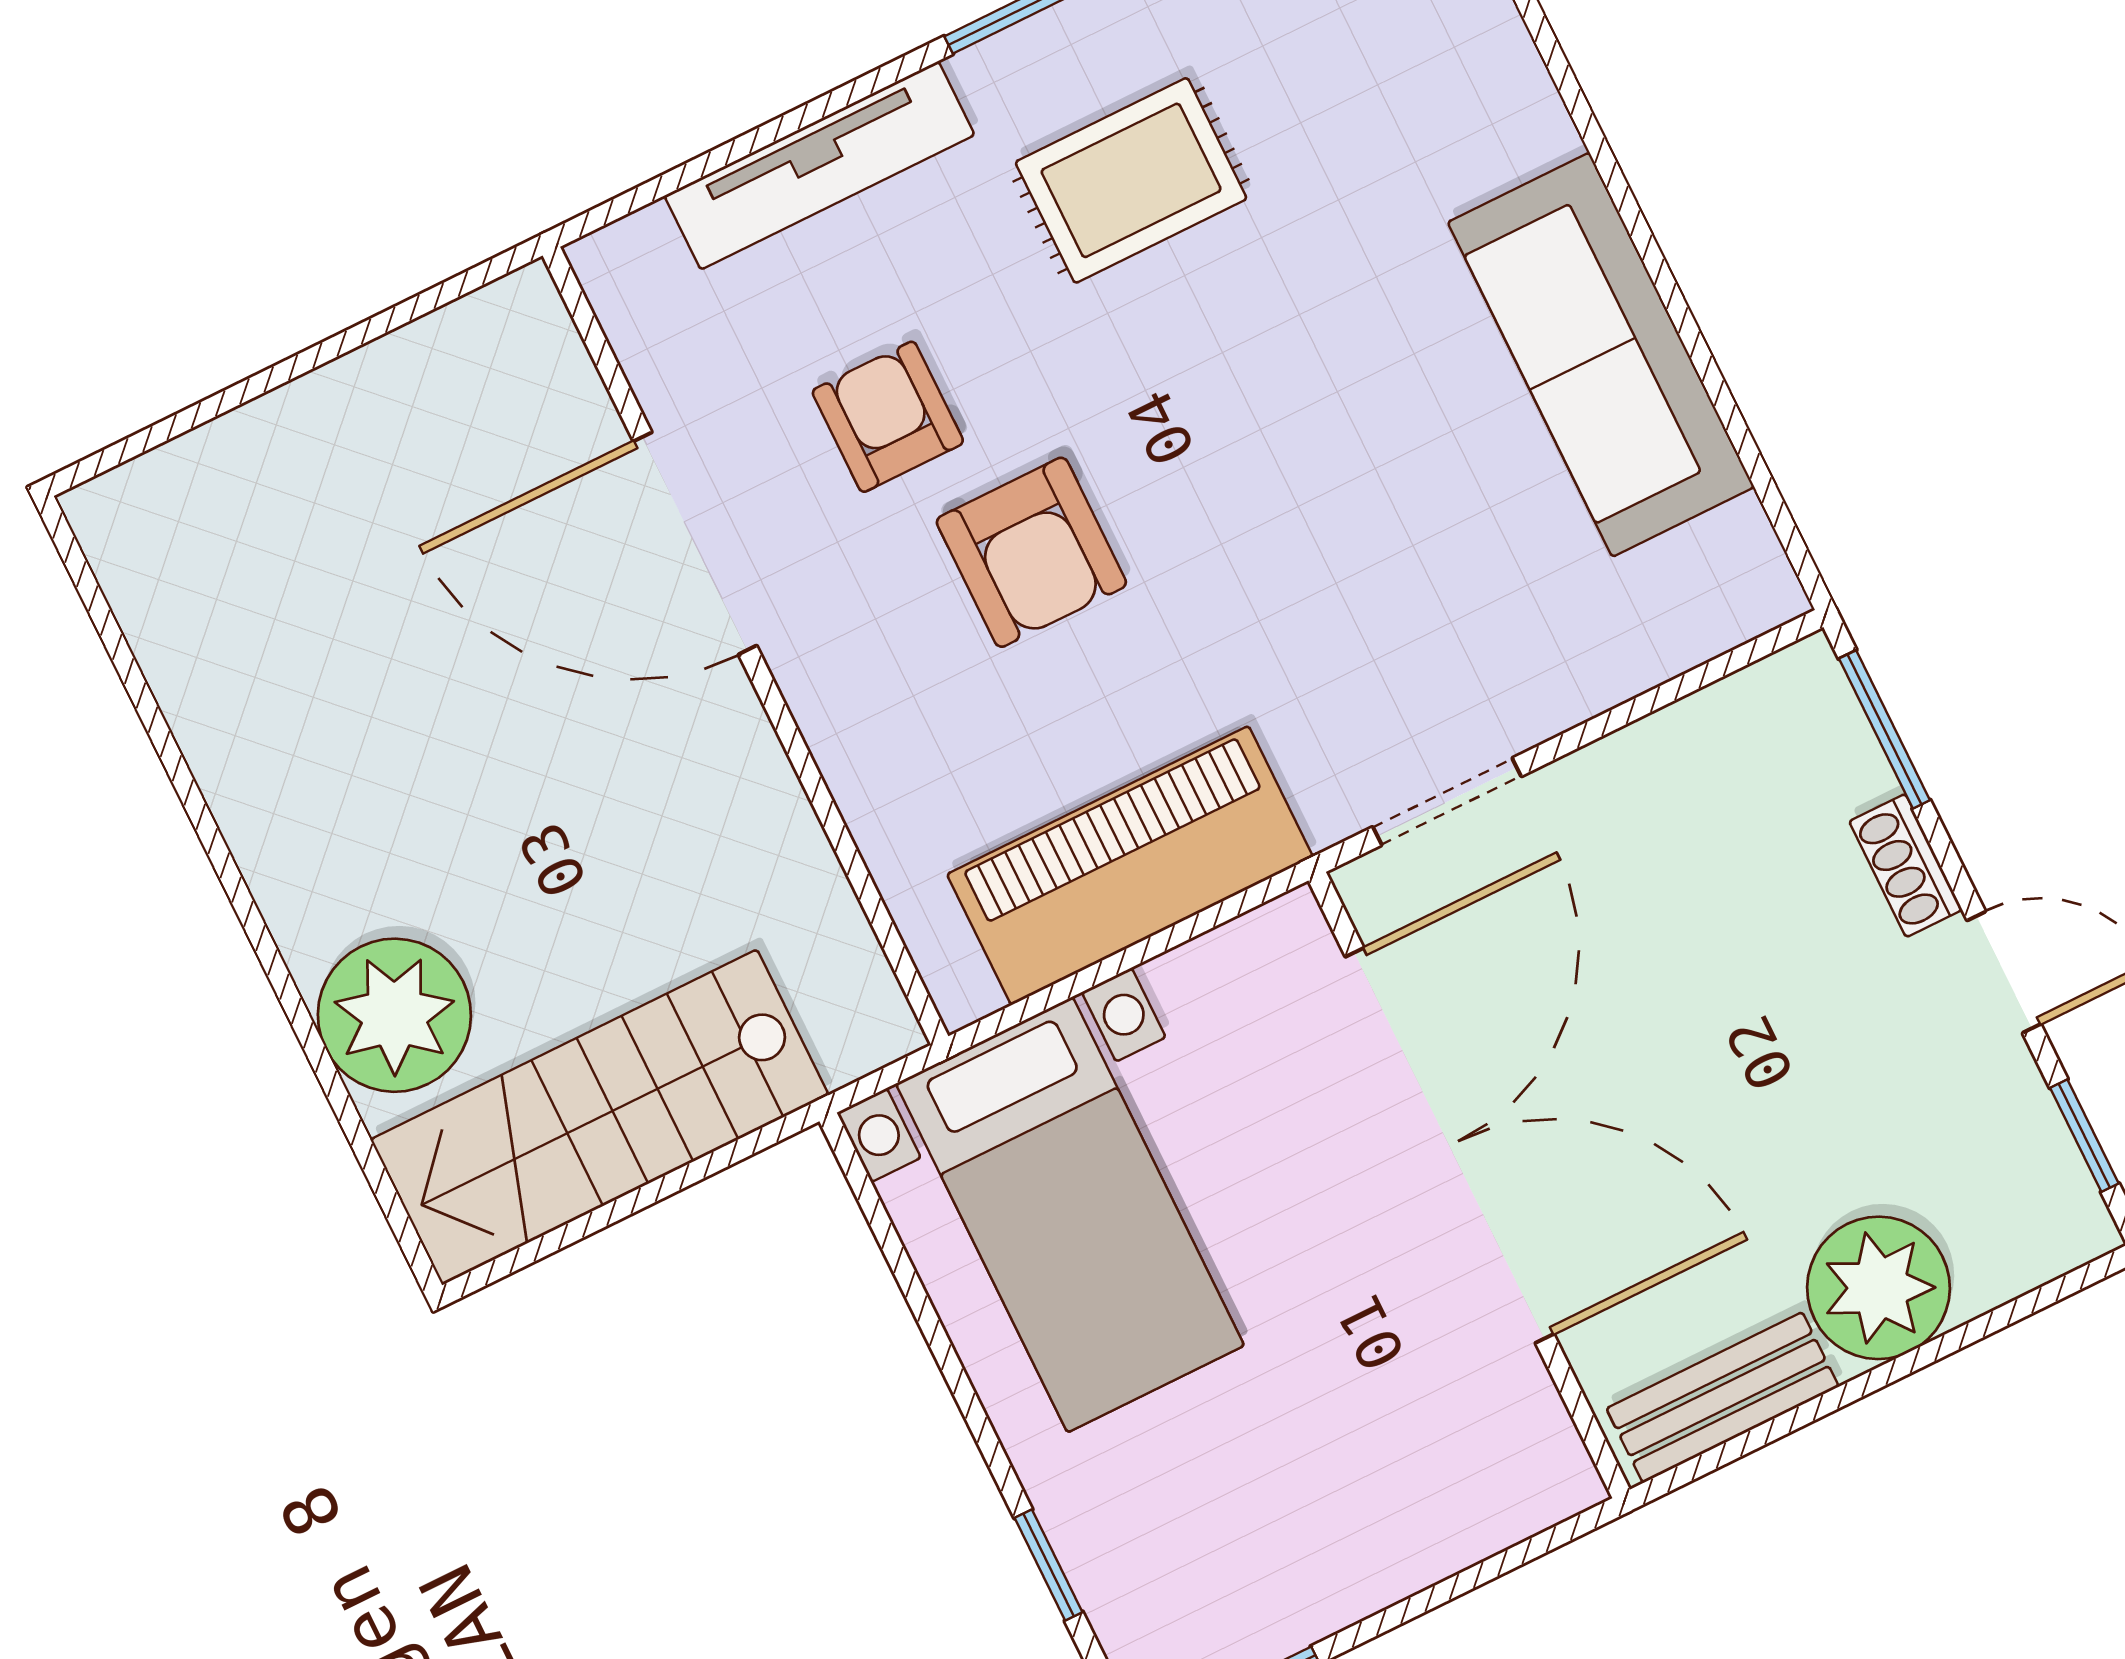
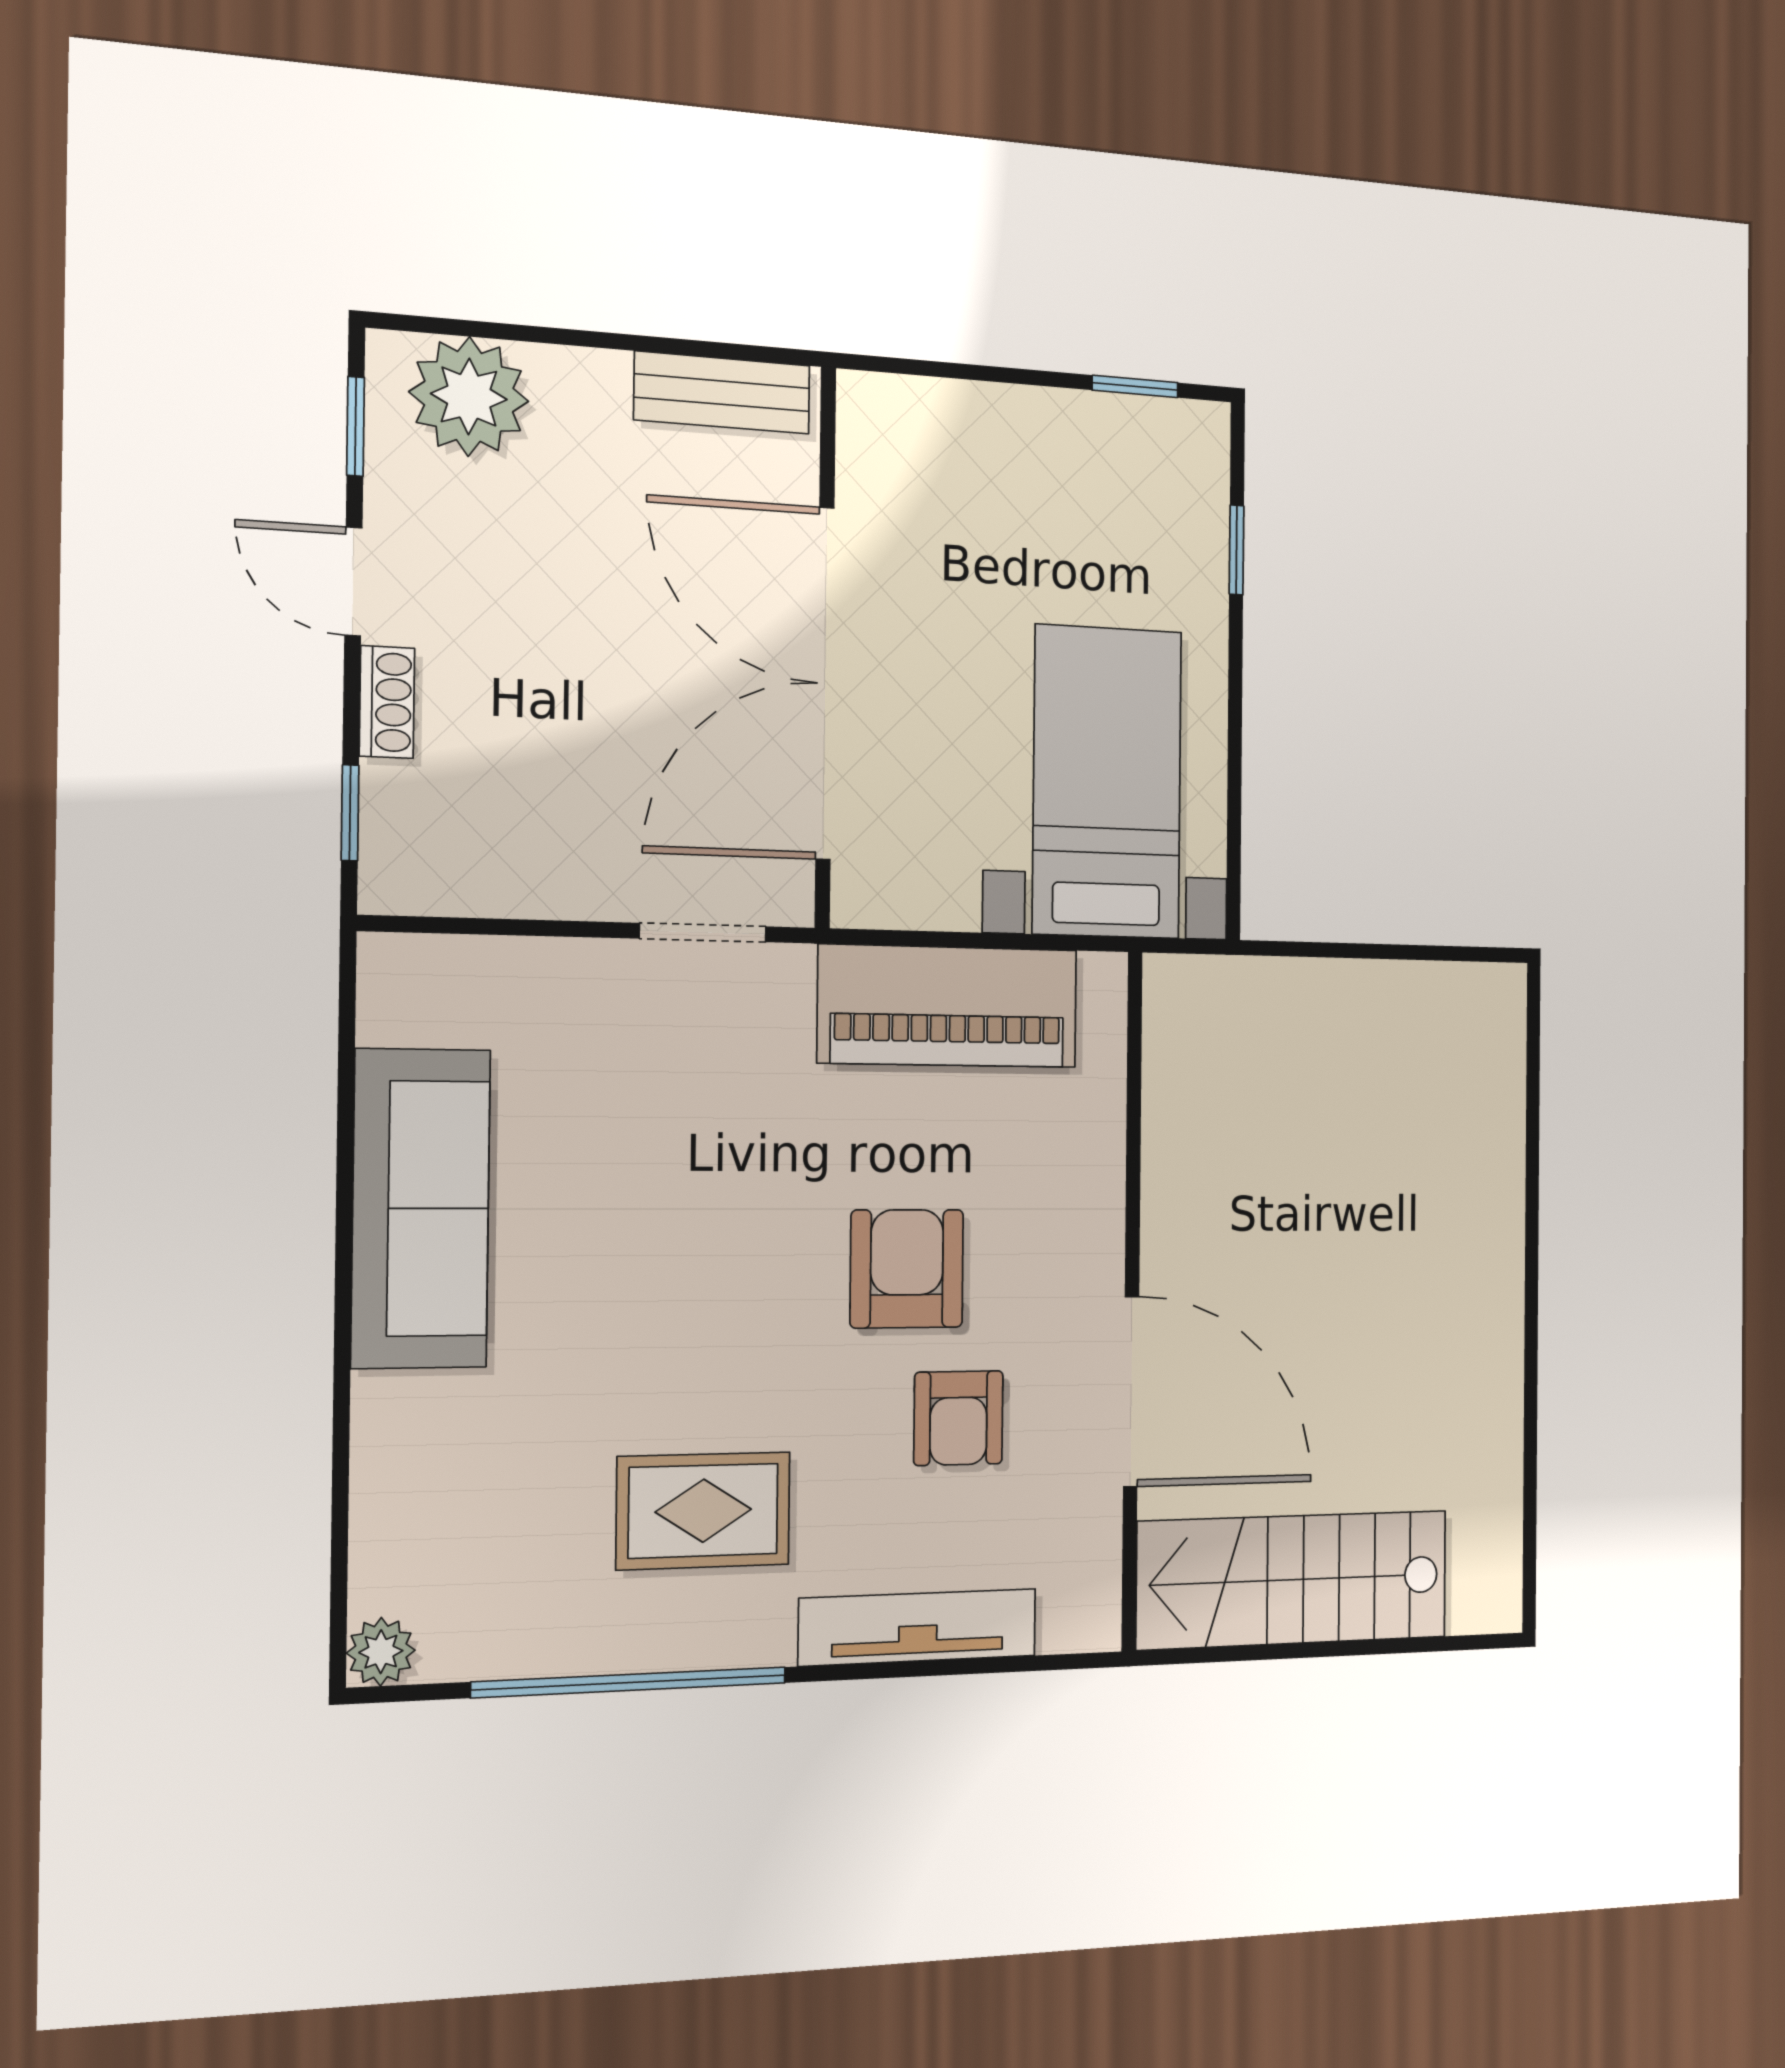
window: (1884, 729) -> (350, 813), width x0.67
plant: (394, 1015) -> (1474, 1163), removed
stairs: (600, 1117) -> (1293, 1580), moved, turned 180
plant: (1878, 1288) -> (469, 397), moved

